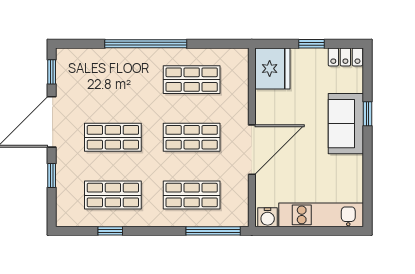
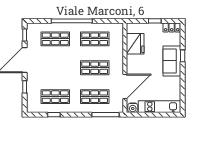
fridge: (272, 69) -> (135, 44), moved
shop shelf: (113, 137) -> (55, 39), moved
door: (252, 150) -> (125, 87), moved

